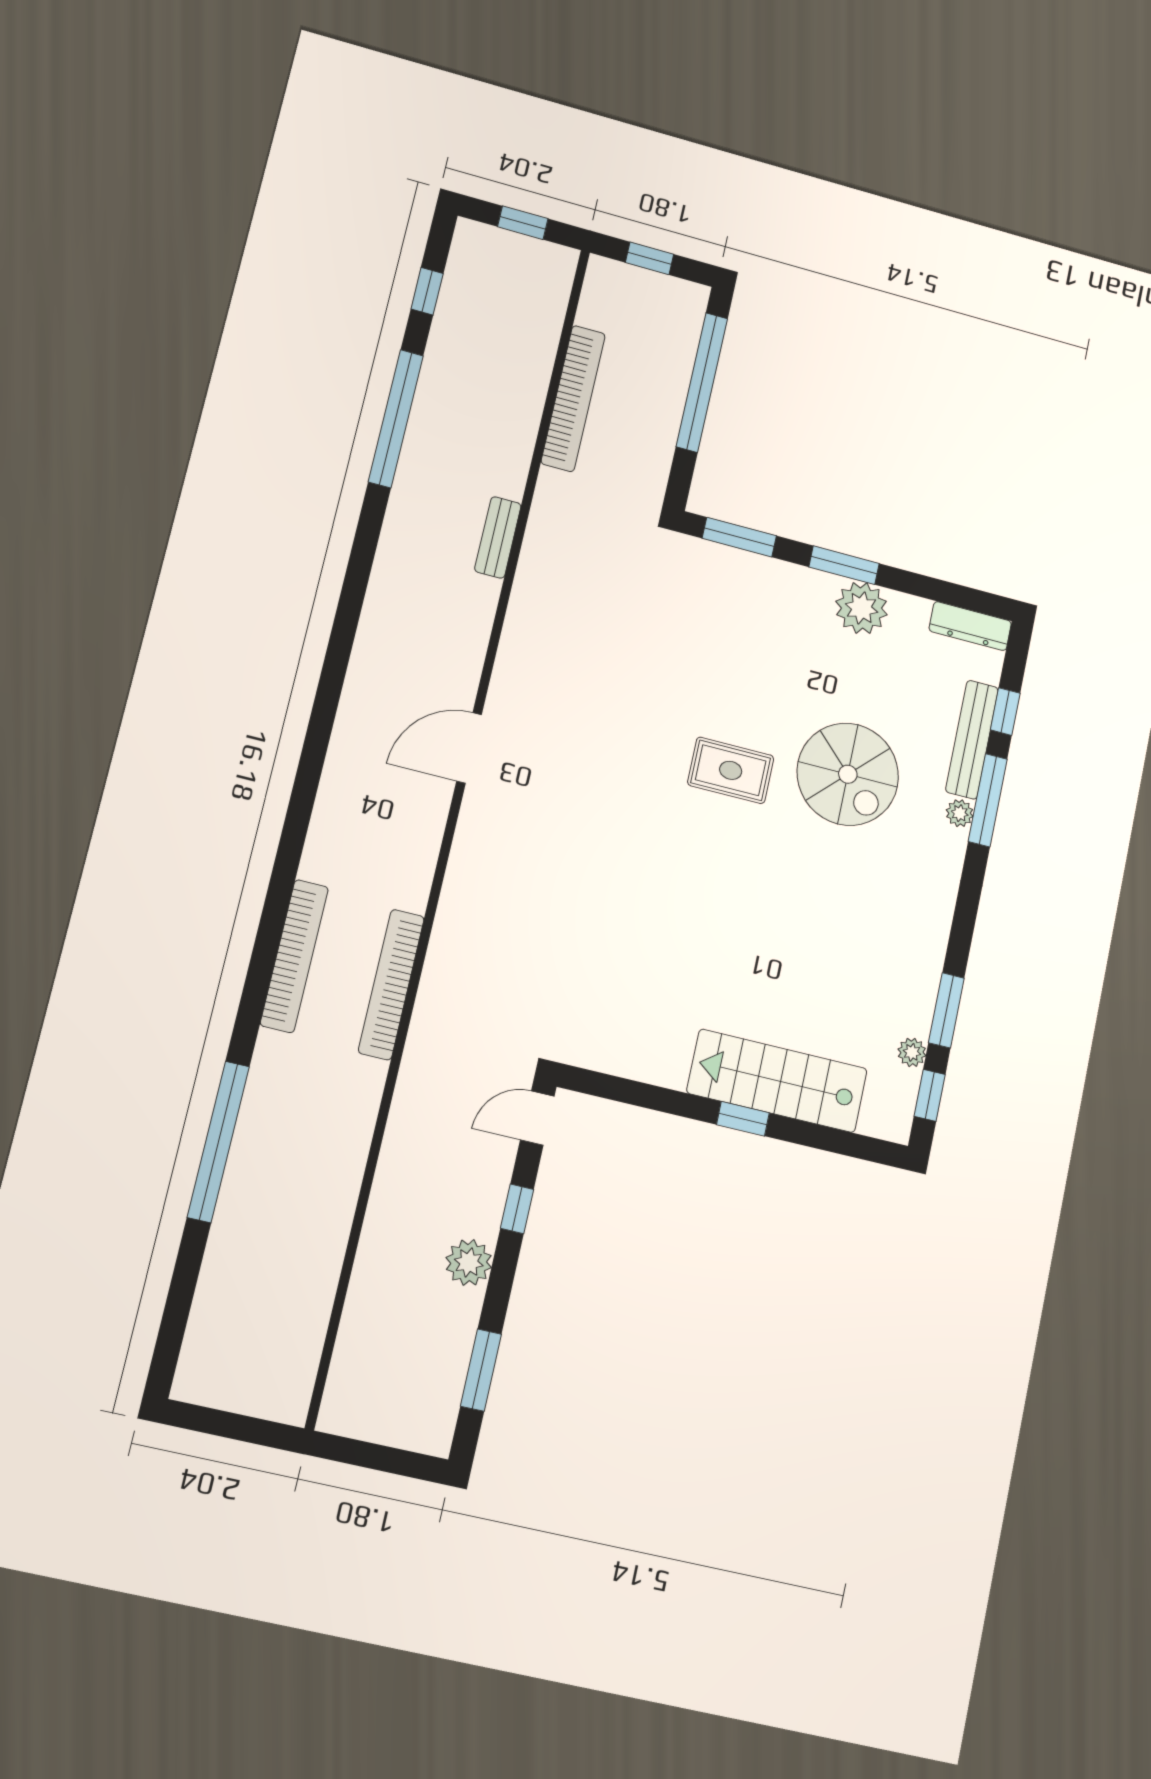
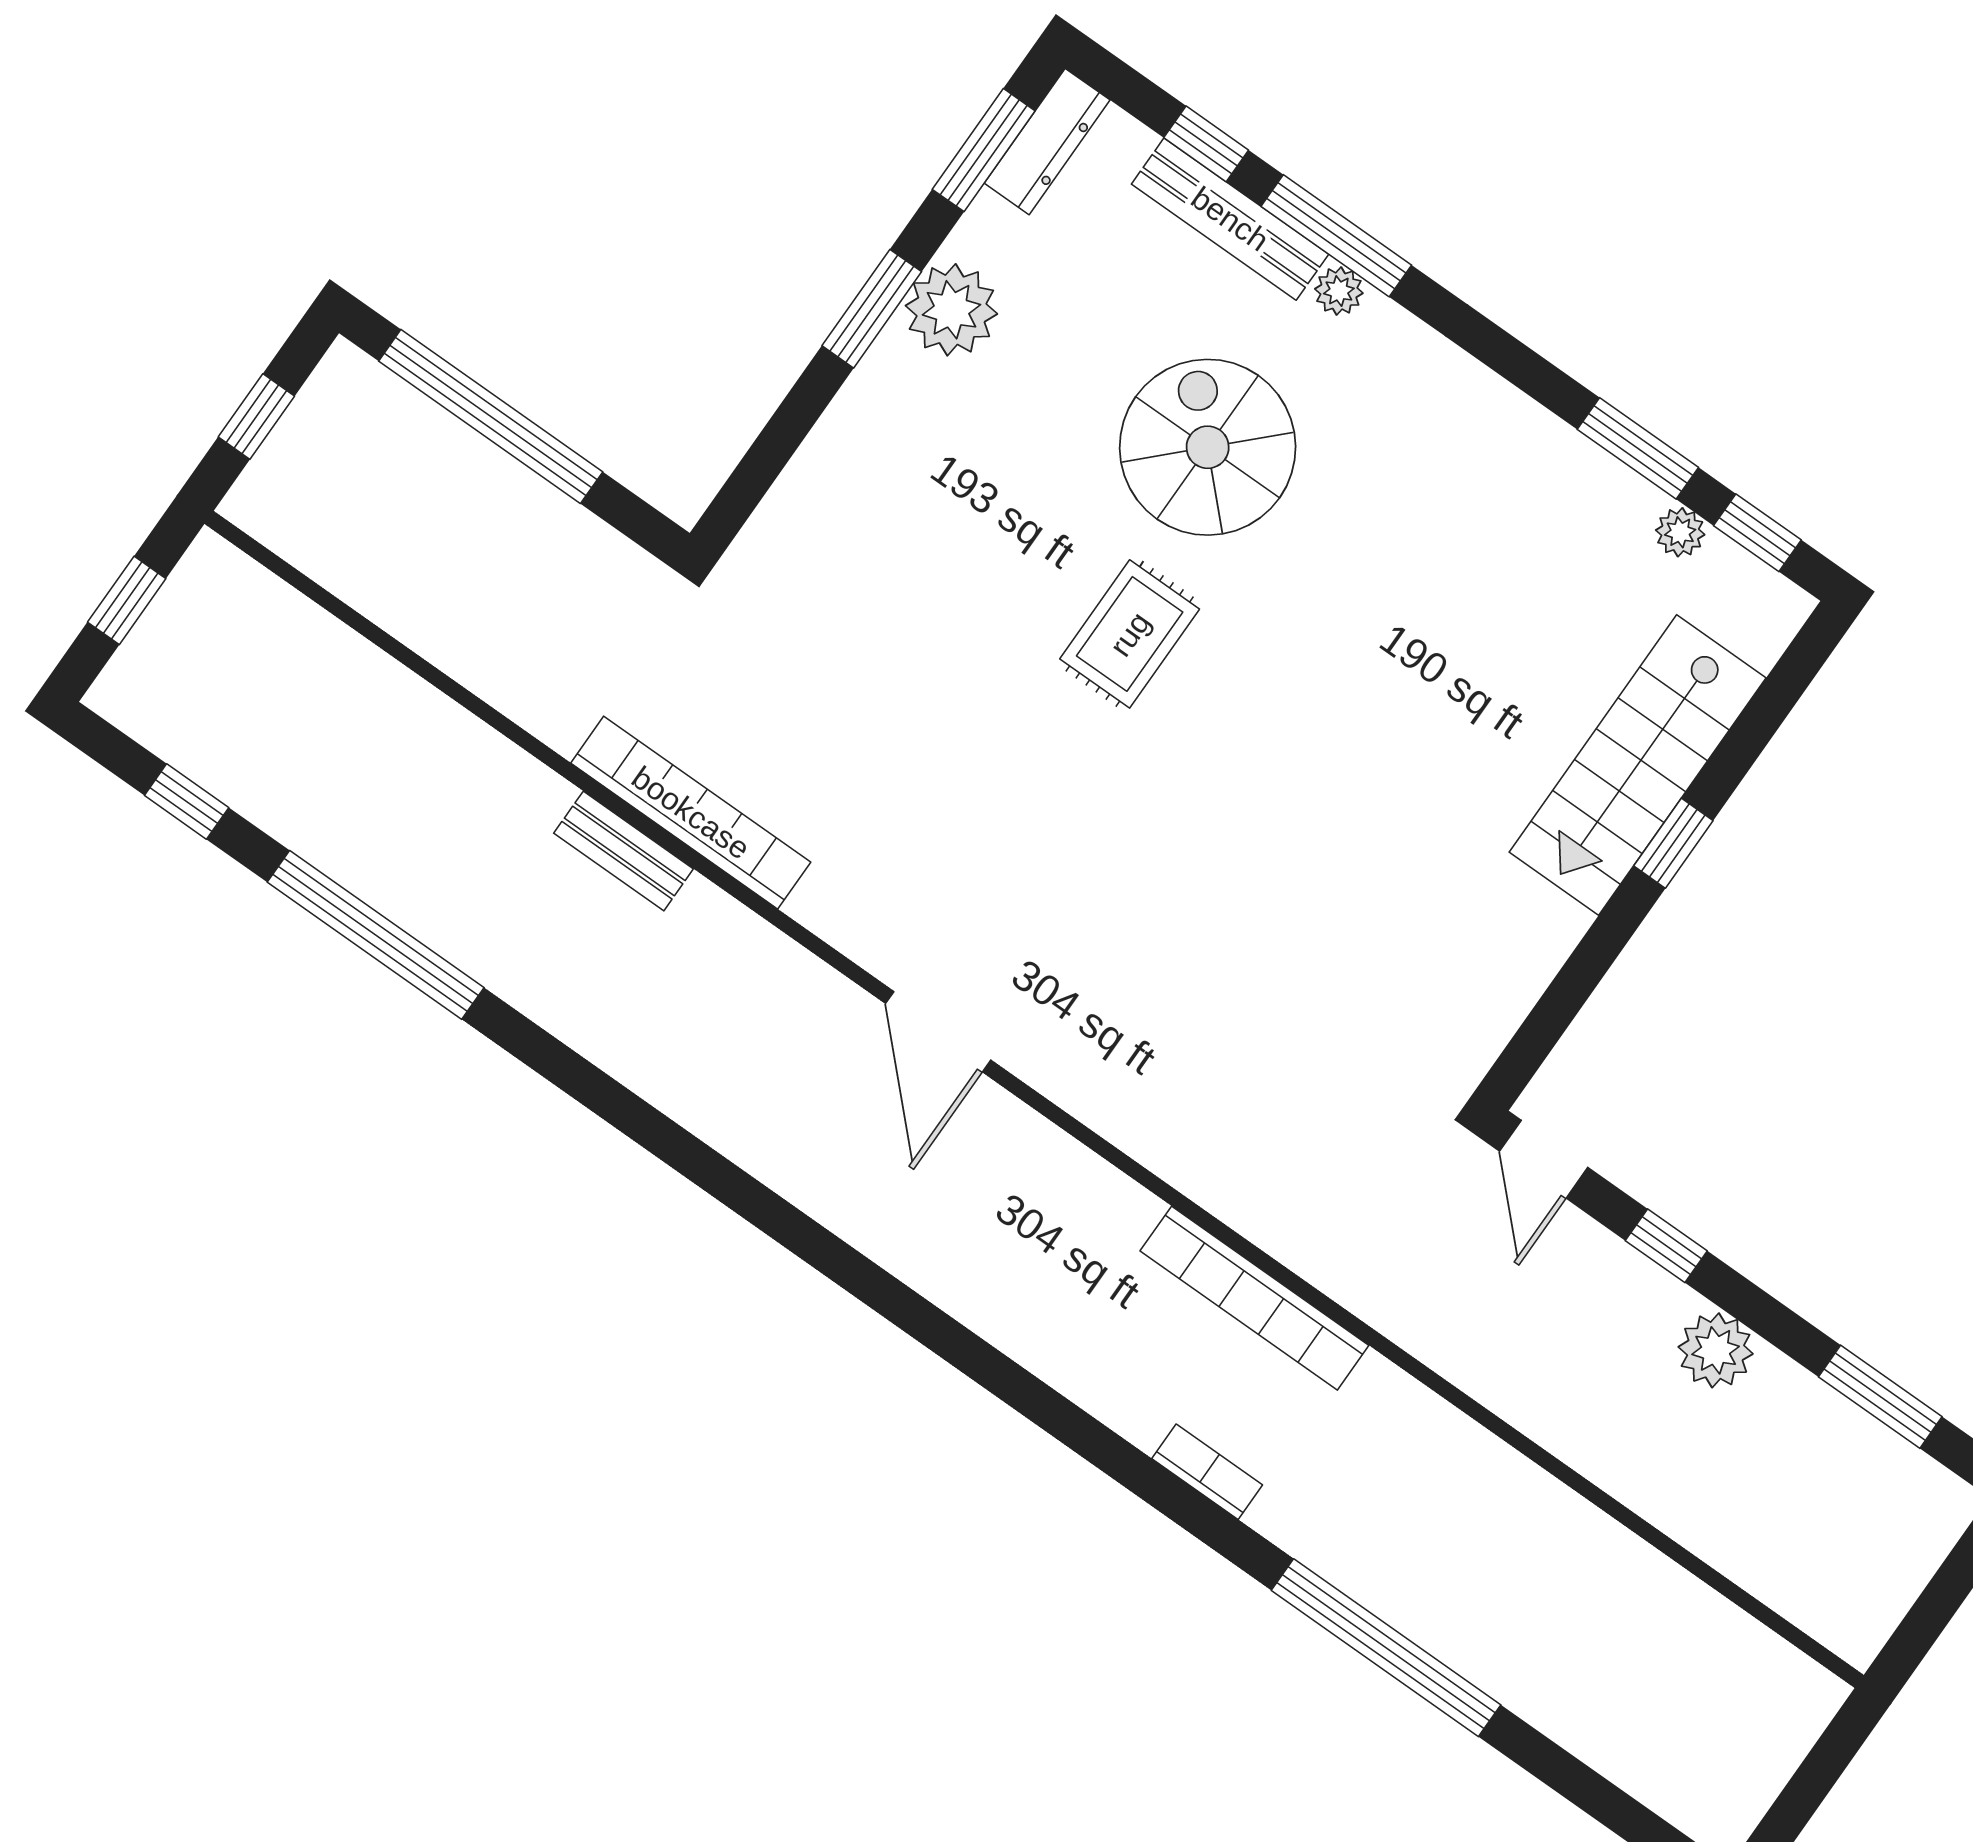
bookcase: (573, 398) -> (691, 813), moved
window: (739, 537) -> (984, 150), moved
spiral stairs: (848, 774) -> (1208, 447), turned -90
bookcase: (294, 956) -> (1207, 1472), width x0.43, depth x0.76

